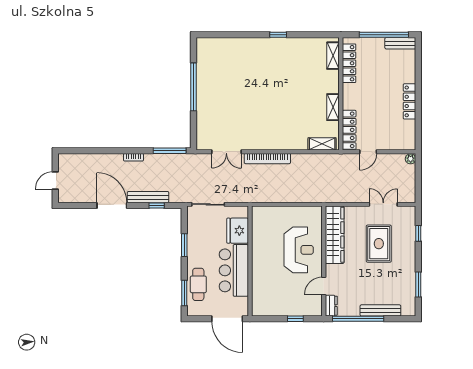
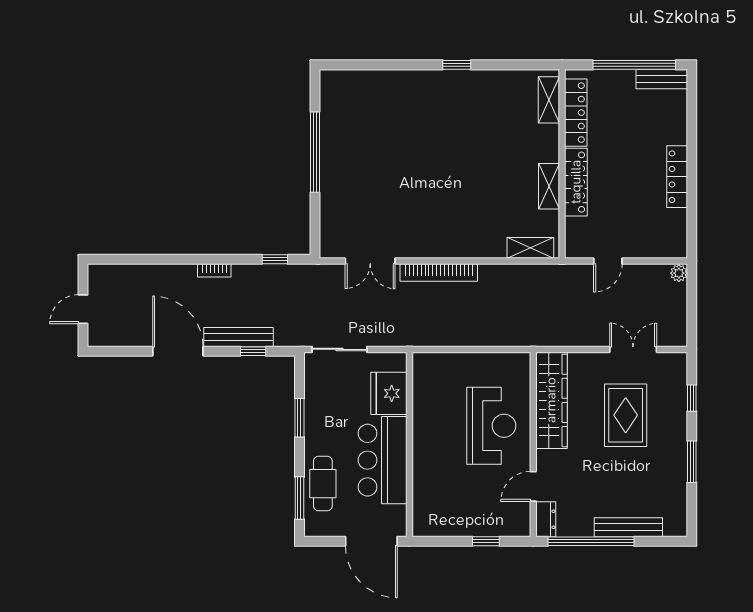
locker: (349, 130) -> (576, 182), moved
window: (170, 151) -> (275, 259), width x0.46
window: (418, 285) -> (692, 462), moved

